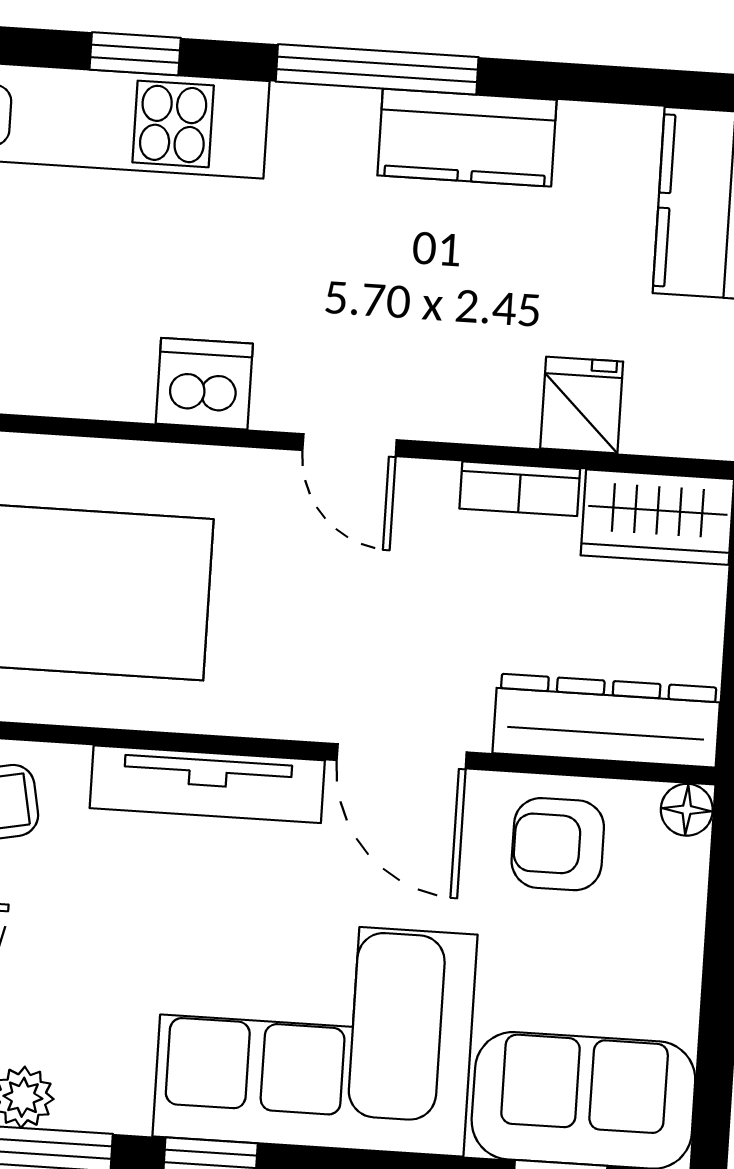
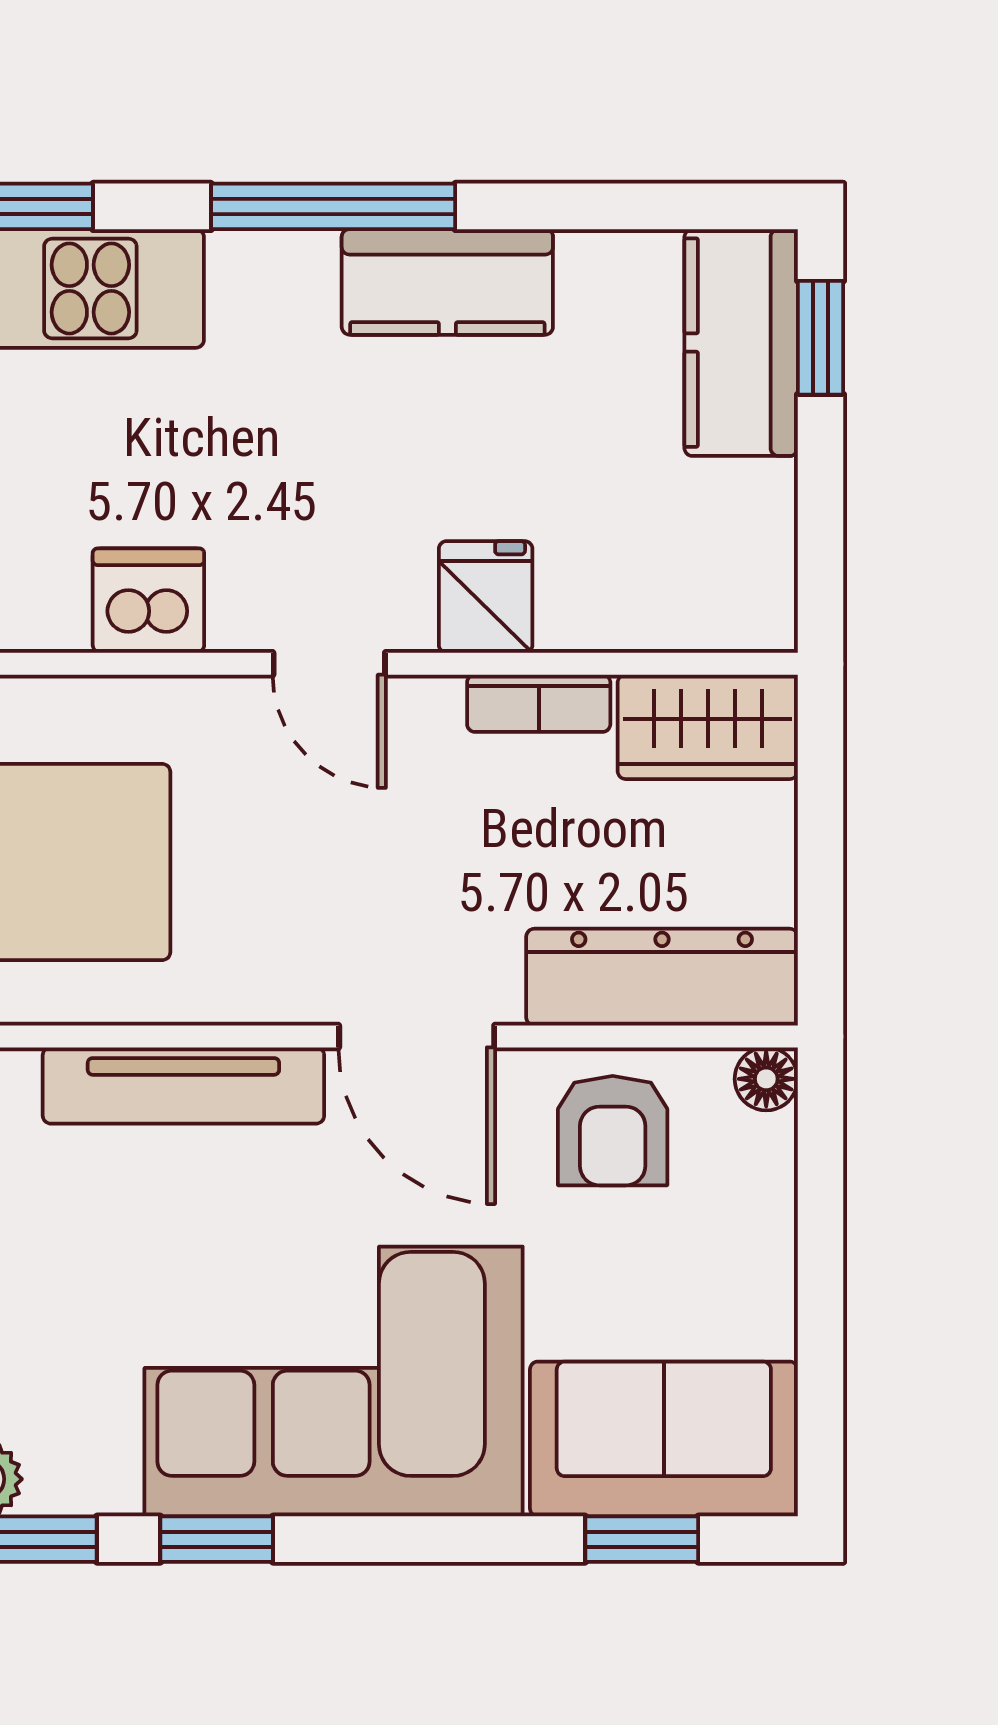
fridge: (582, 405) -> (486, 597), moved
armchair: (558, 844) -> (613, 1131), turned -90

